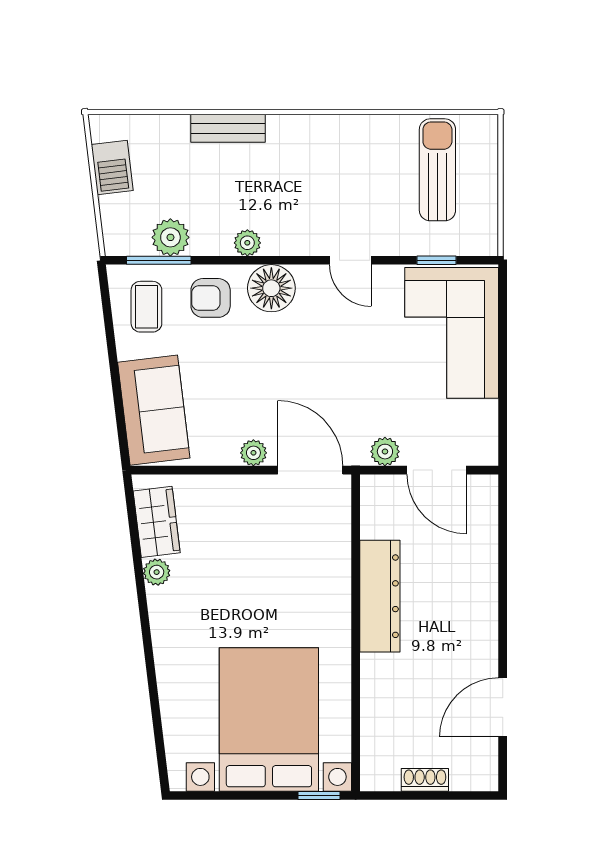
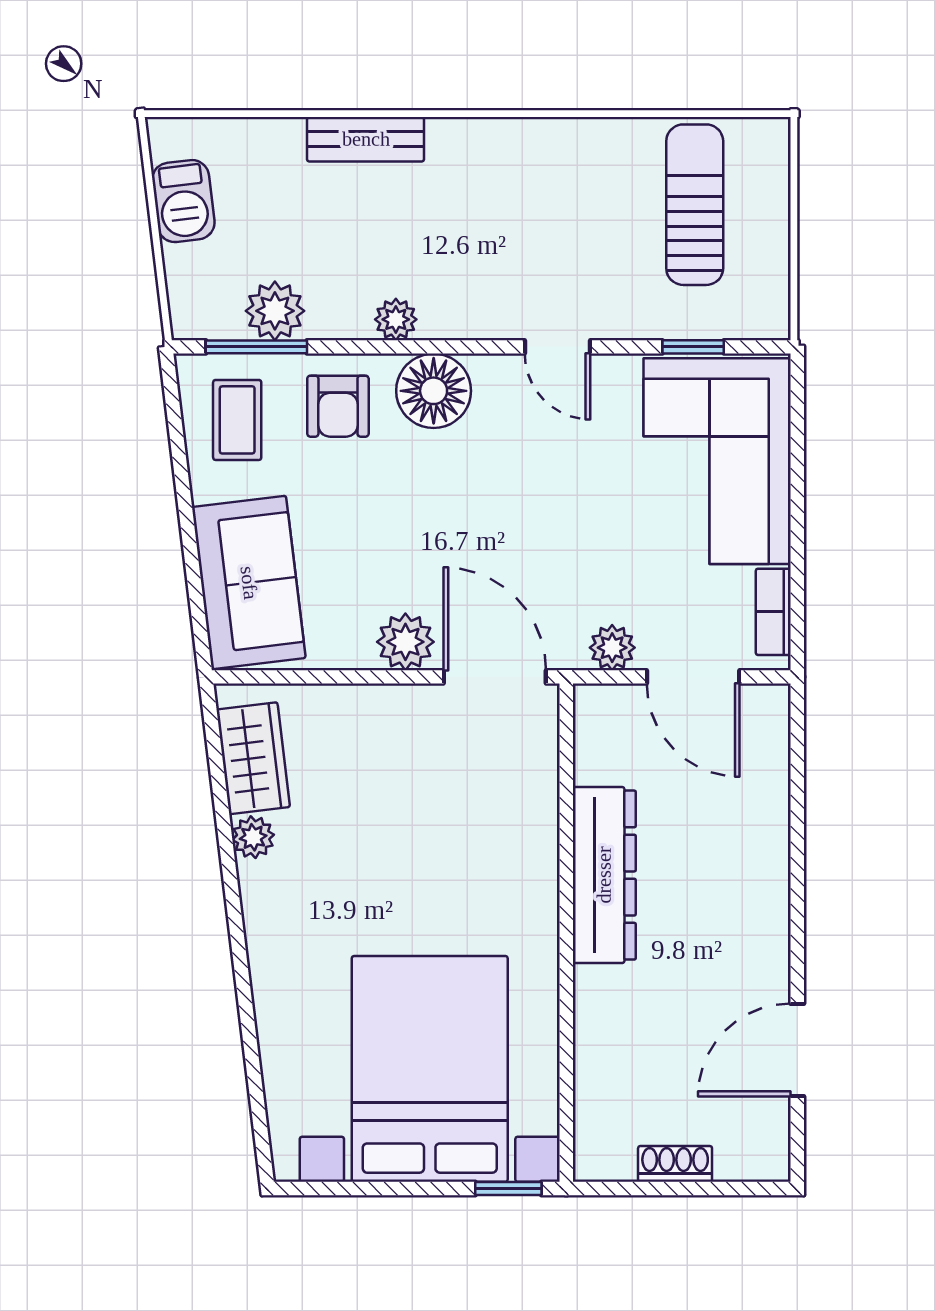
armchair: (211, 298) -> (338, 406), turned -90
bookcase: (487, 429) -> (773, 612), added
plant: (253, 453) -> (405, 642), width x1.38, depth x1.38

